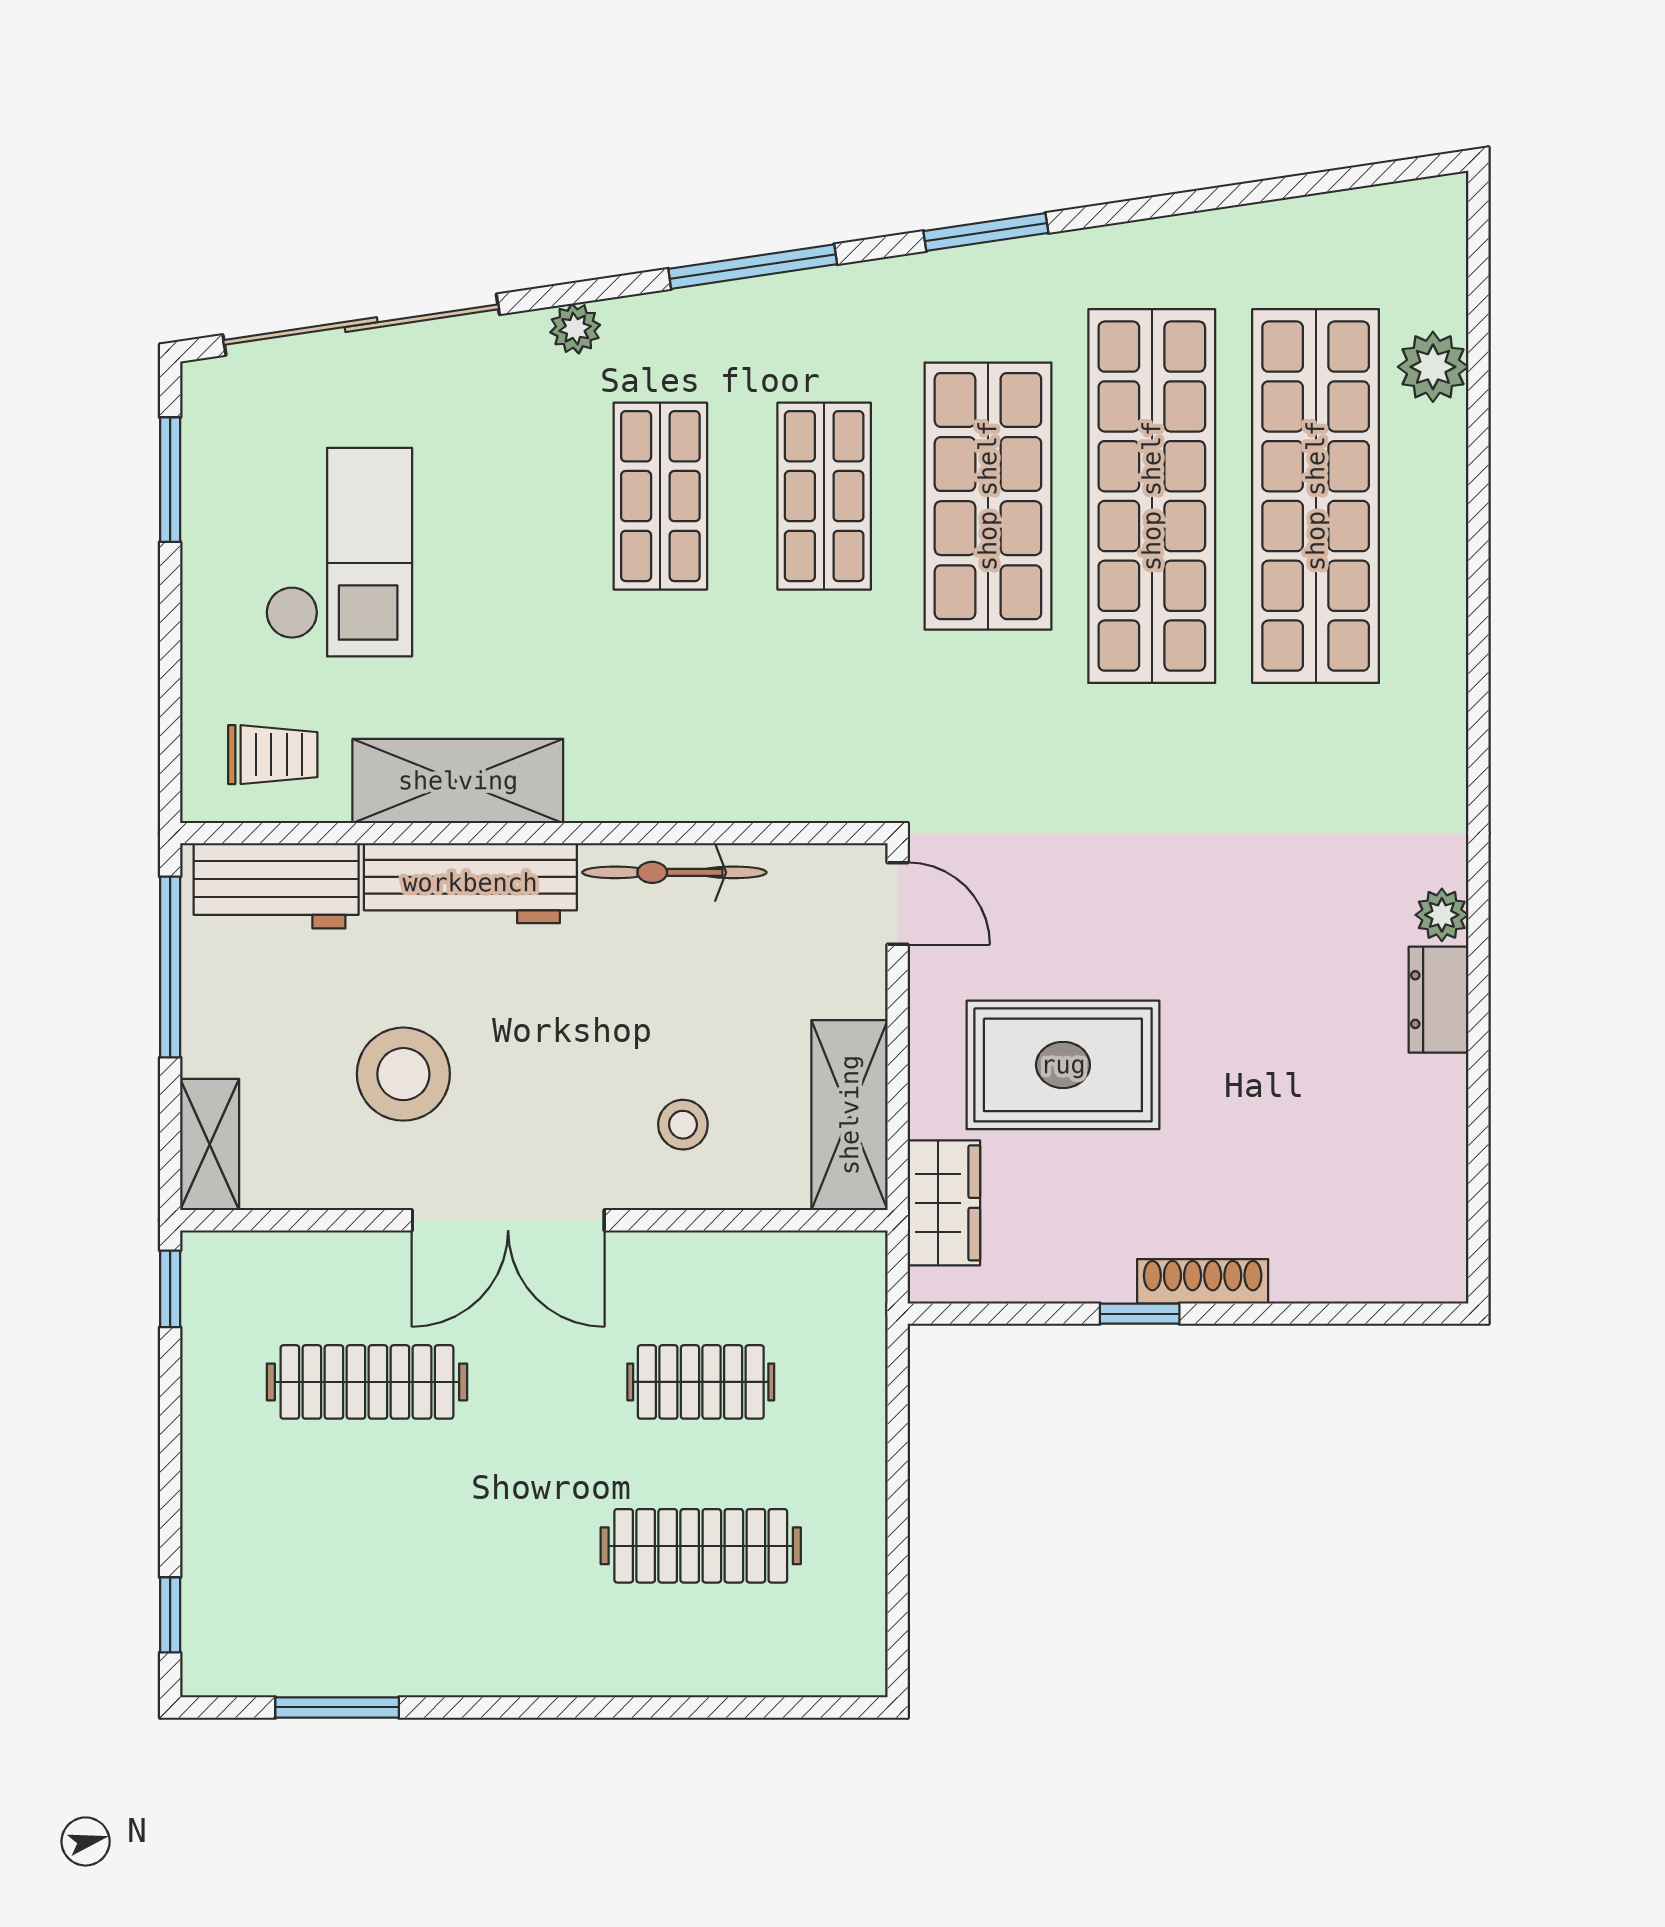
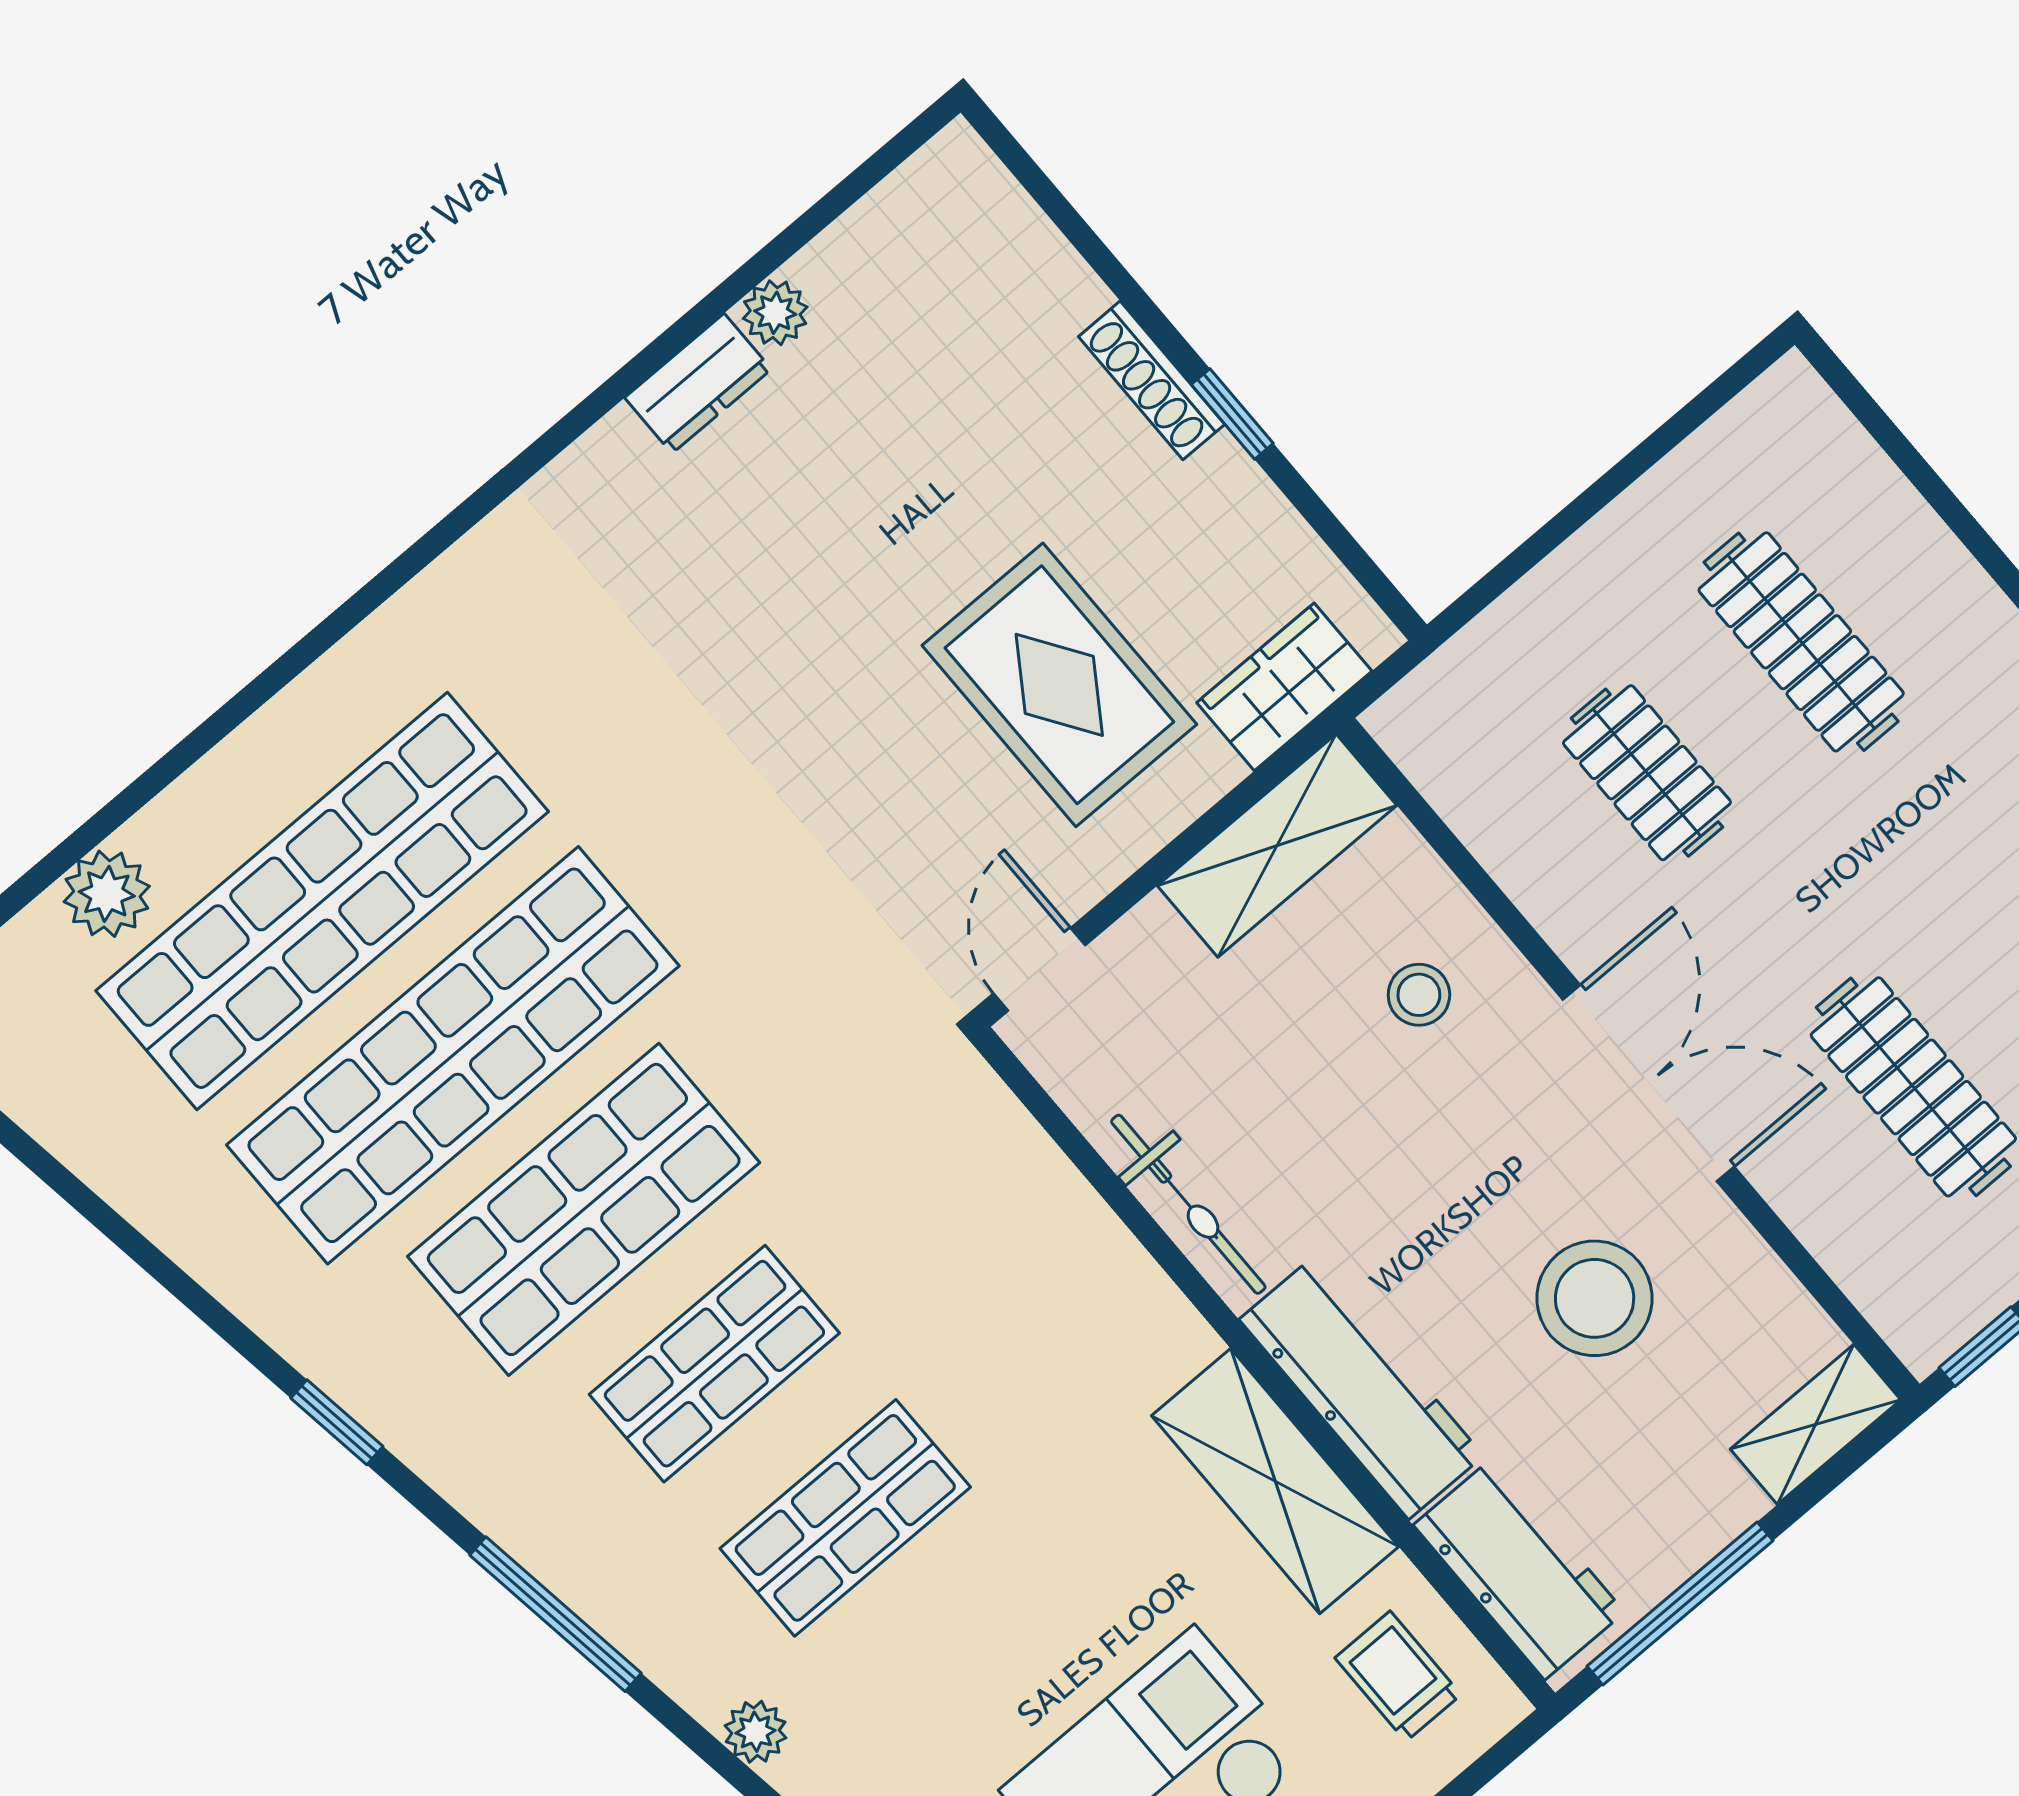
window: (986, 232) -> (337, 1422), width x0.67
plant: (1442, 915) -> (775, 313), moved

